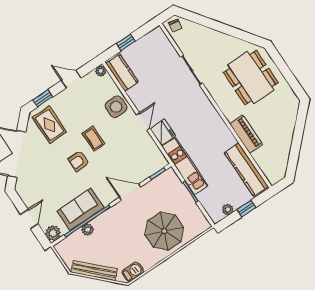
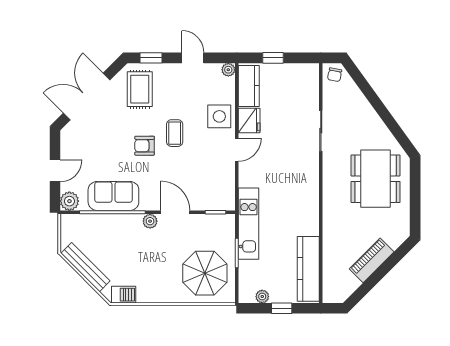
fridge: (163, 132) -> (249, 120), moved
piano: (246, 134) -> (372, 260), moved, turned -135
plant: (88, 230) -> (150, 221), moved
parasol: (164, 231) -> (205, 273), moved

